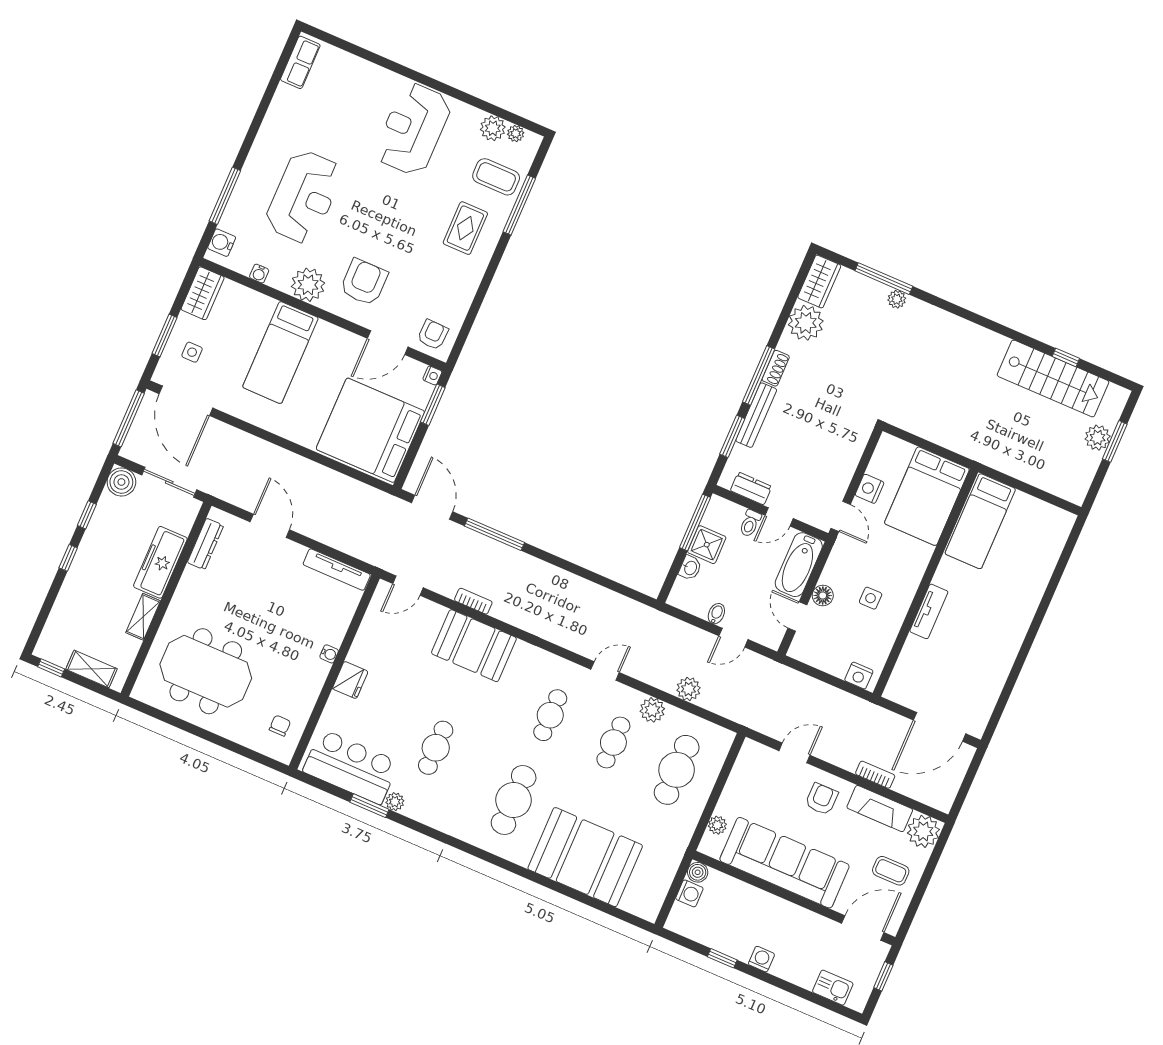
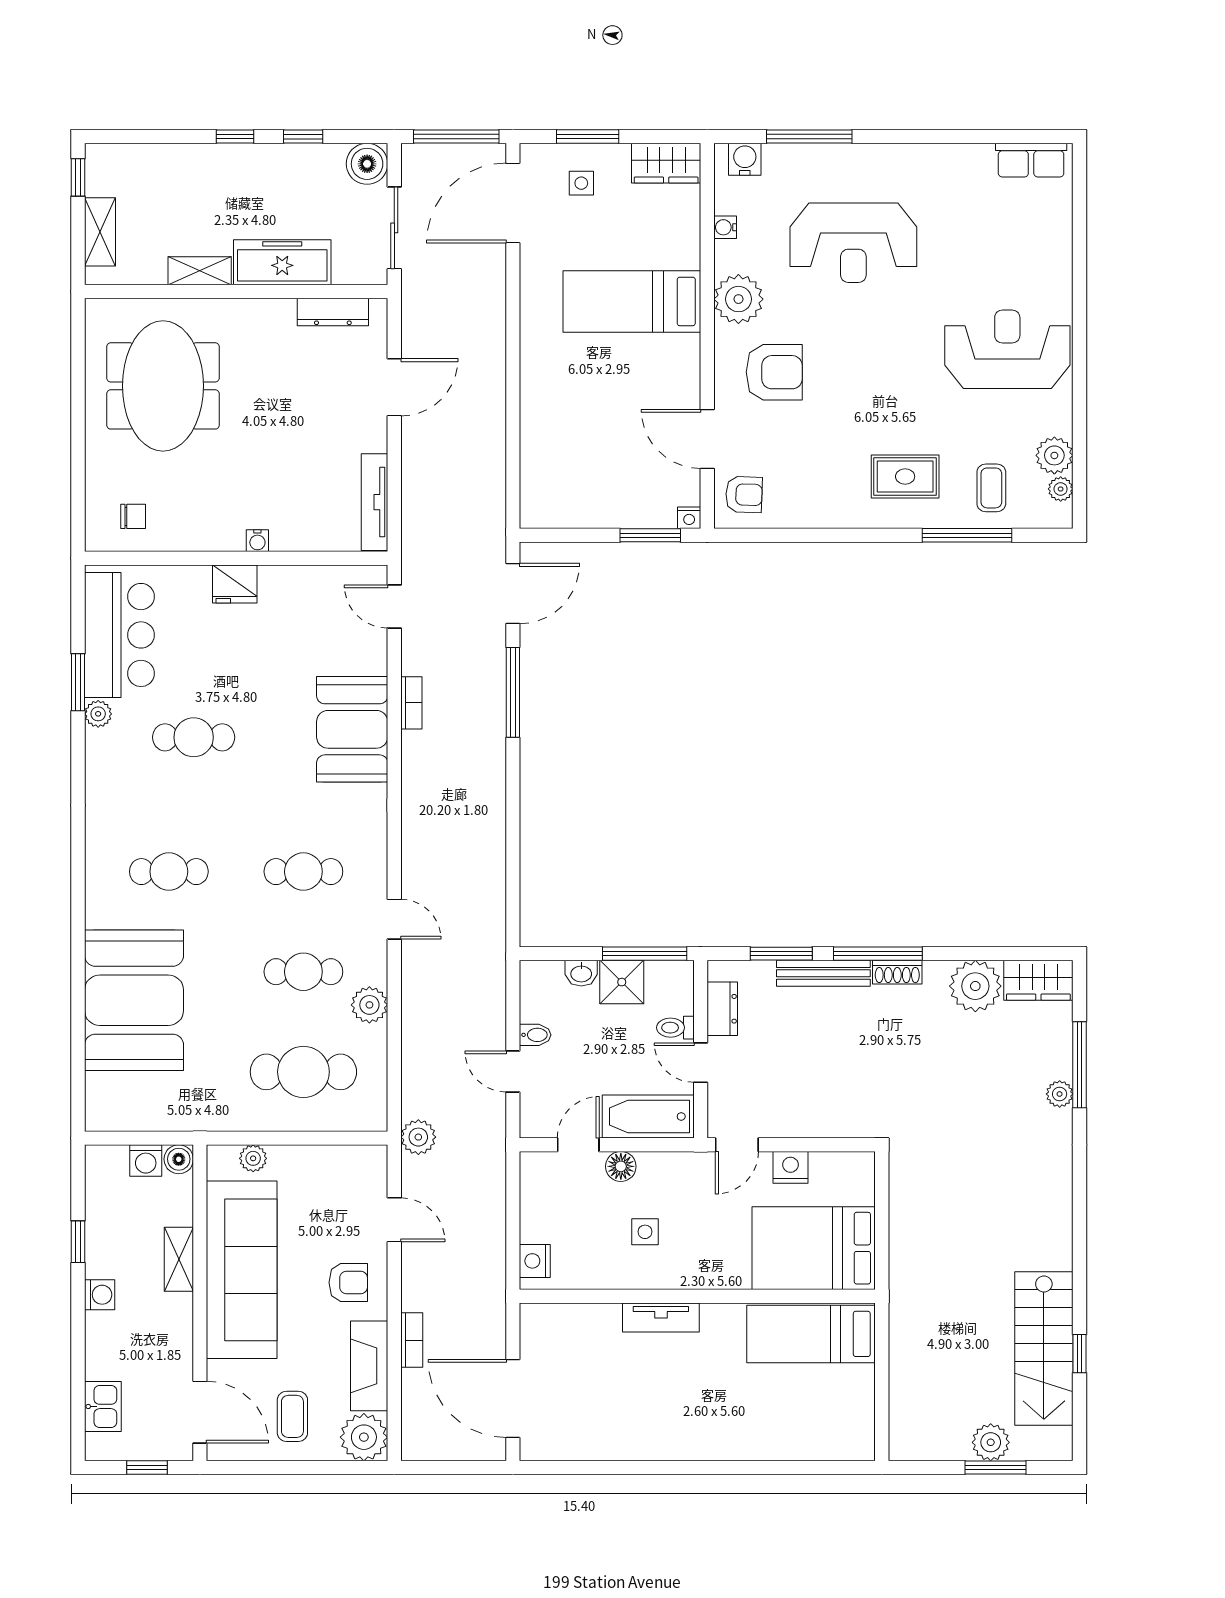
coffee table: (496, 177) -> (991, 488), width x0.73, depth x0.77
bed: (370, 430) -> (580, 467), removed
plant: (688, 689) -> (418, 1137), moved
cafe table: (514, 800) -> (169, 872), width x0.73, depth x0.74
shelving: (761, 899) -> (179, 1259), added

